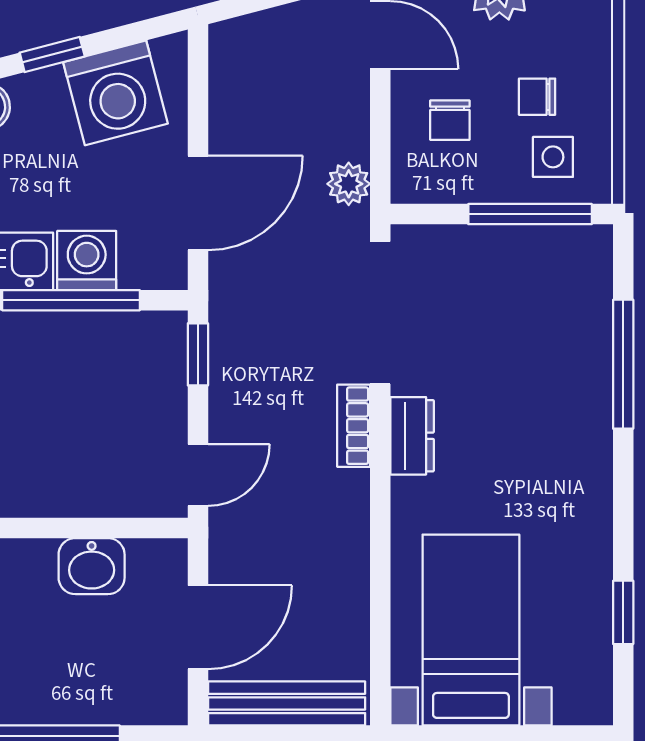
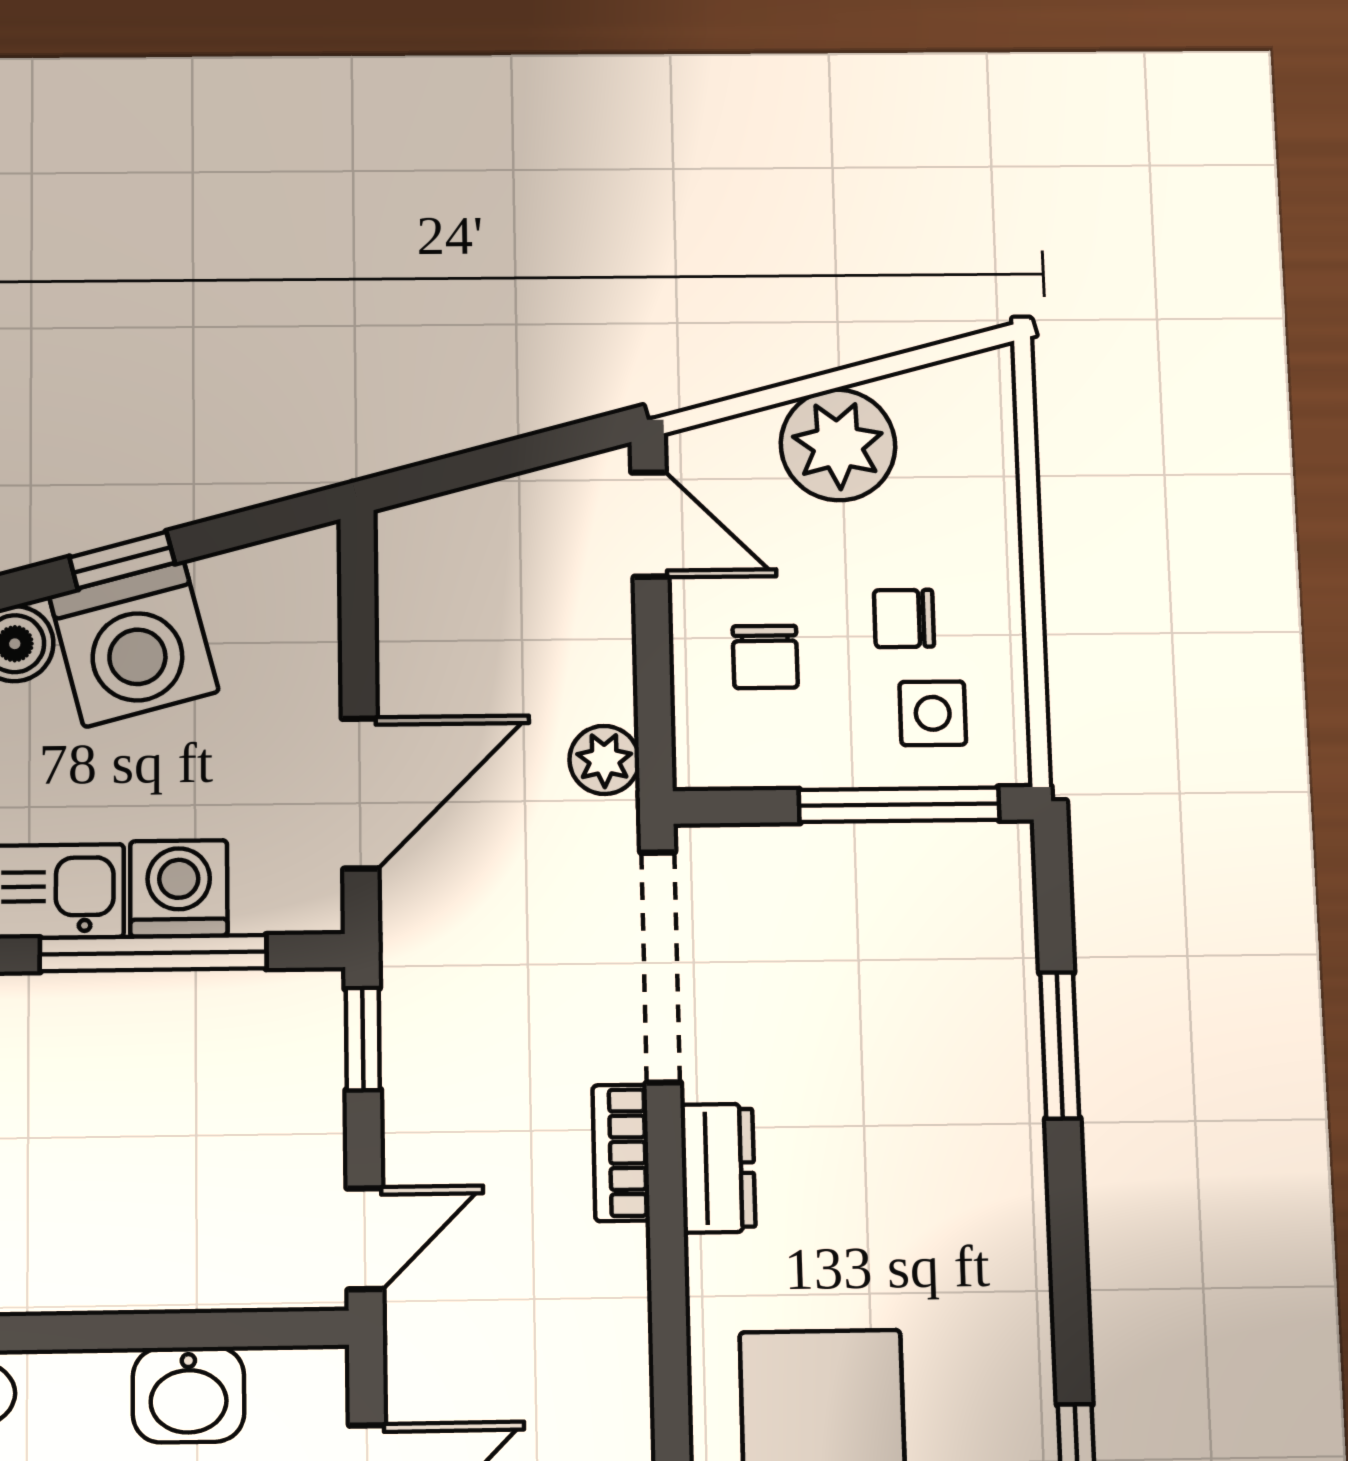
washing machine: (116, 93) -> (134, 644), moved
window: (623, 364) -> (1060, 1045), width x0.69

